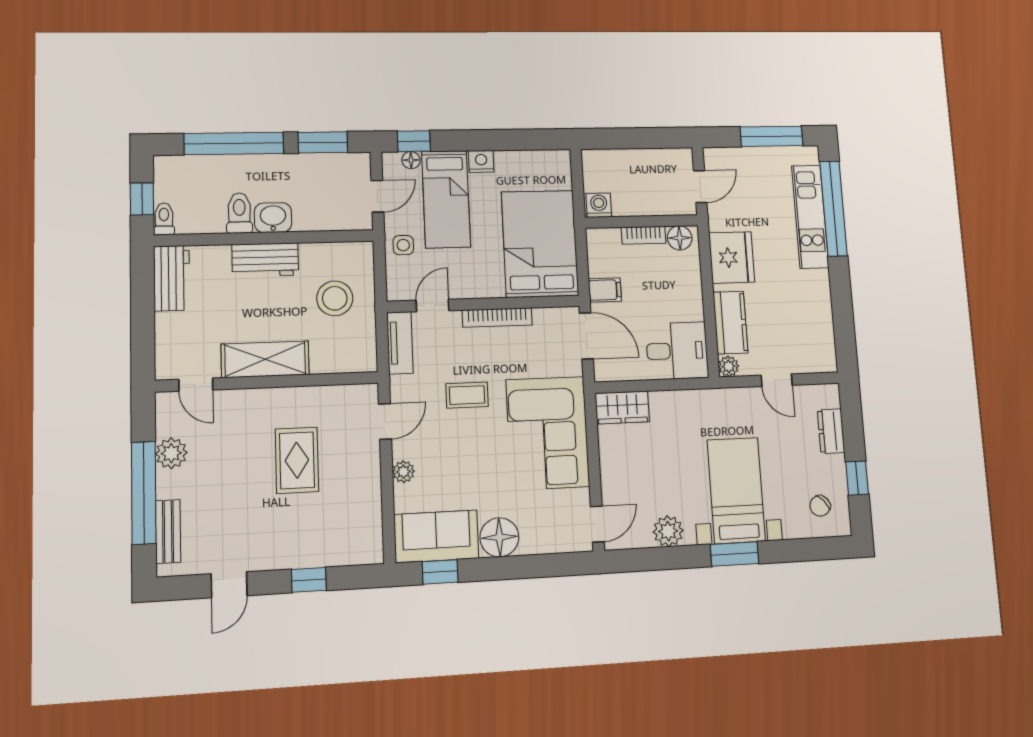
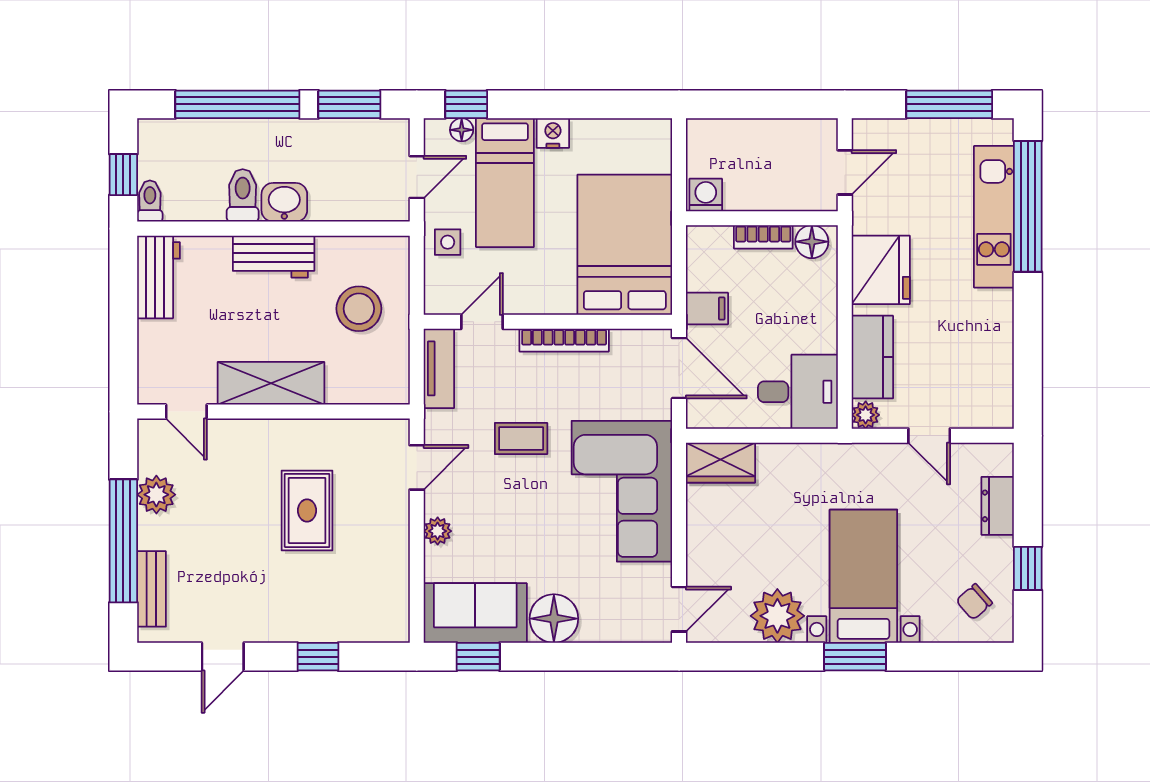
plant: (668, 531) -> (777, 616), width x1.36, depth x1.36

